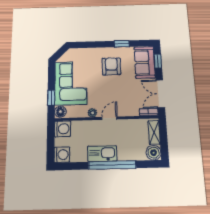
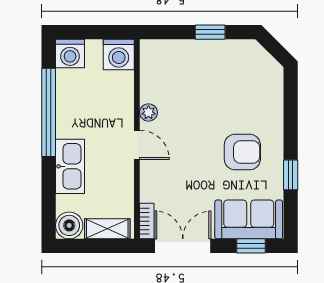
corner sofa: (71, 83) -> (210, 71), removed
window: (51, 98) -> (210, 32), moved
floor lamp: (60, 112) -> (152, 50), removed
kitchen sink: (102, 154) -> (70, 166), moved
window: (112, 165) -> (49, 112), moved

